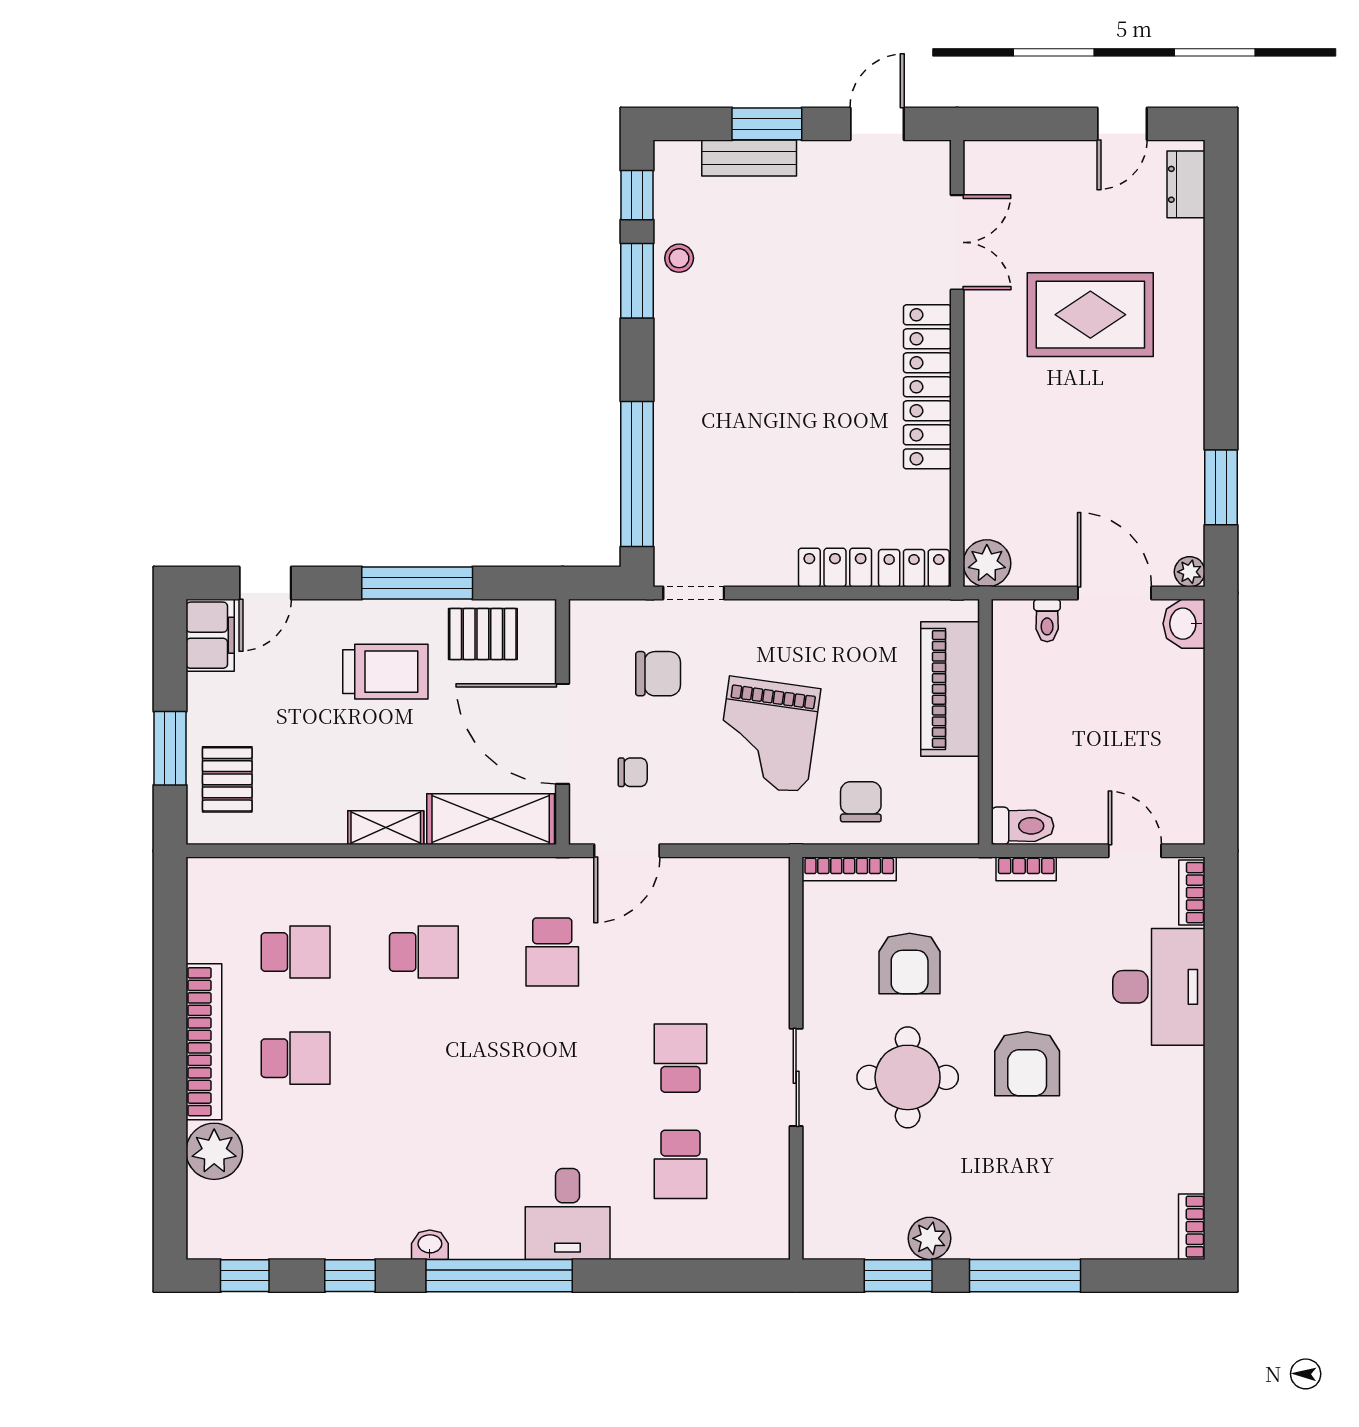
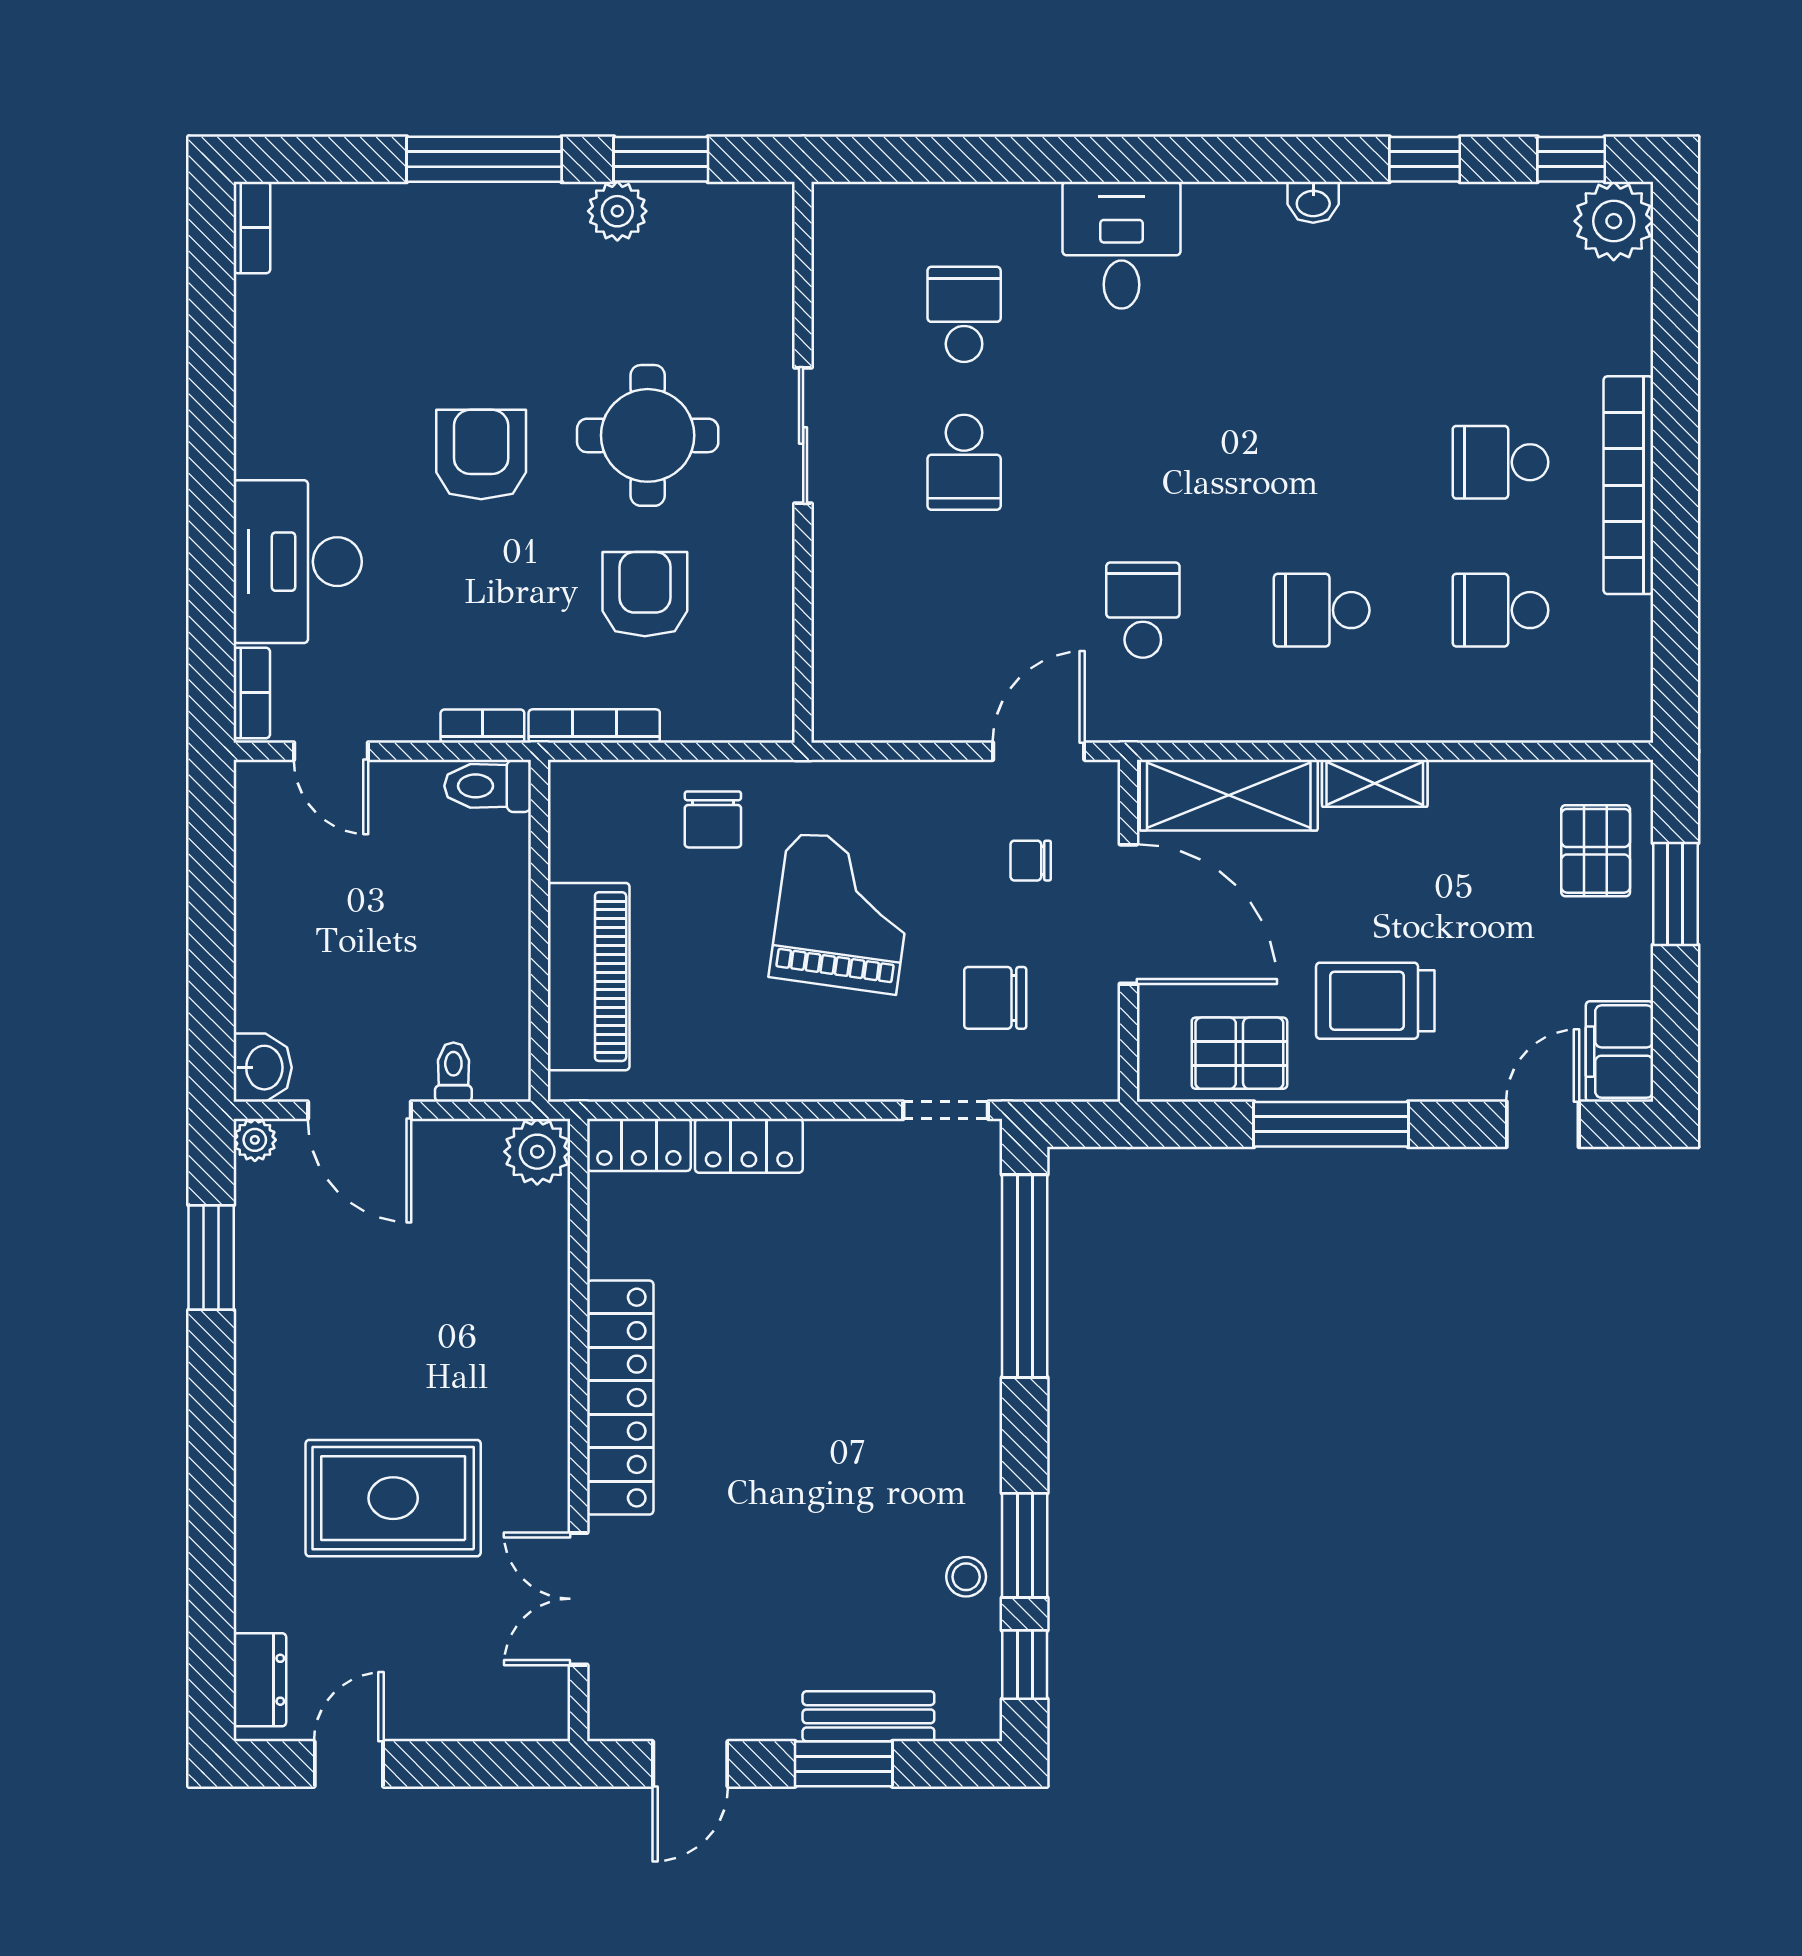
bookcase: (849, 869) -> (594, 726), moved
plant: (214, 1151) -> (1614, 221), moved
window: (499, 1276) -> (1217, 159), removed

